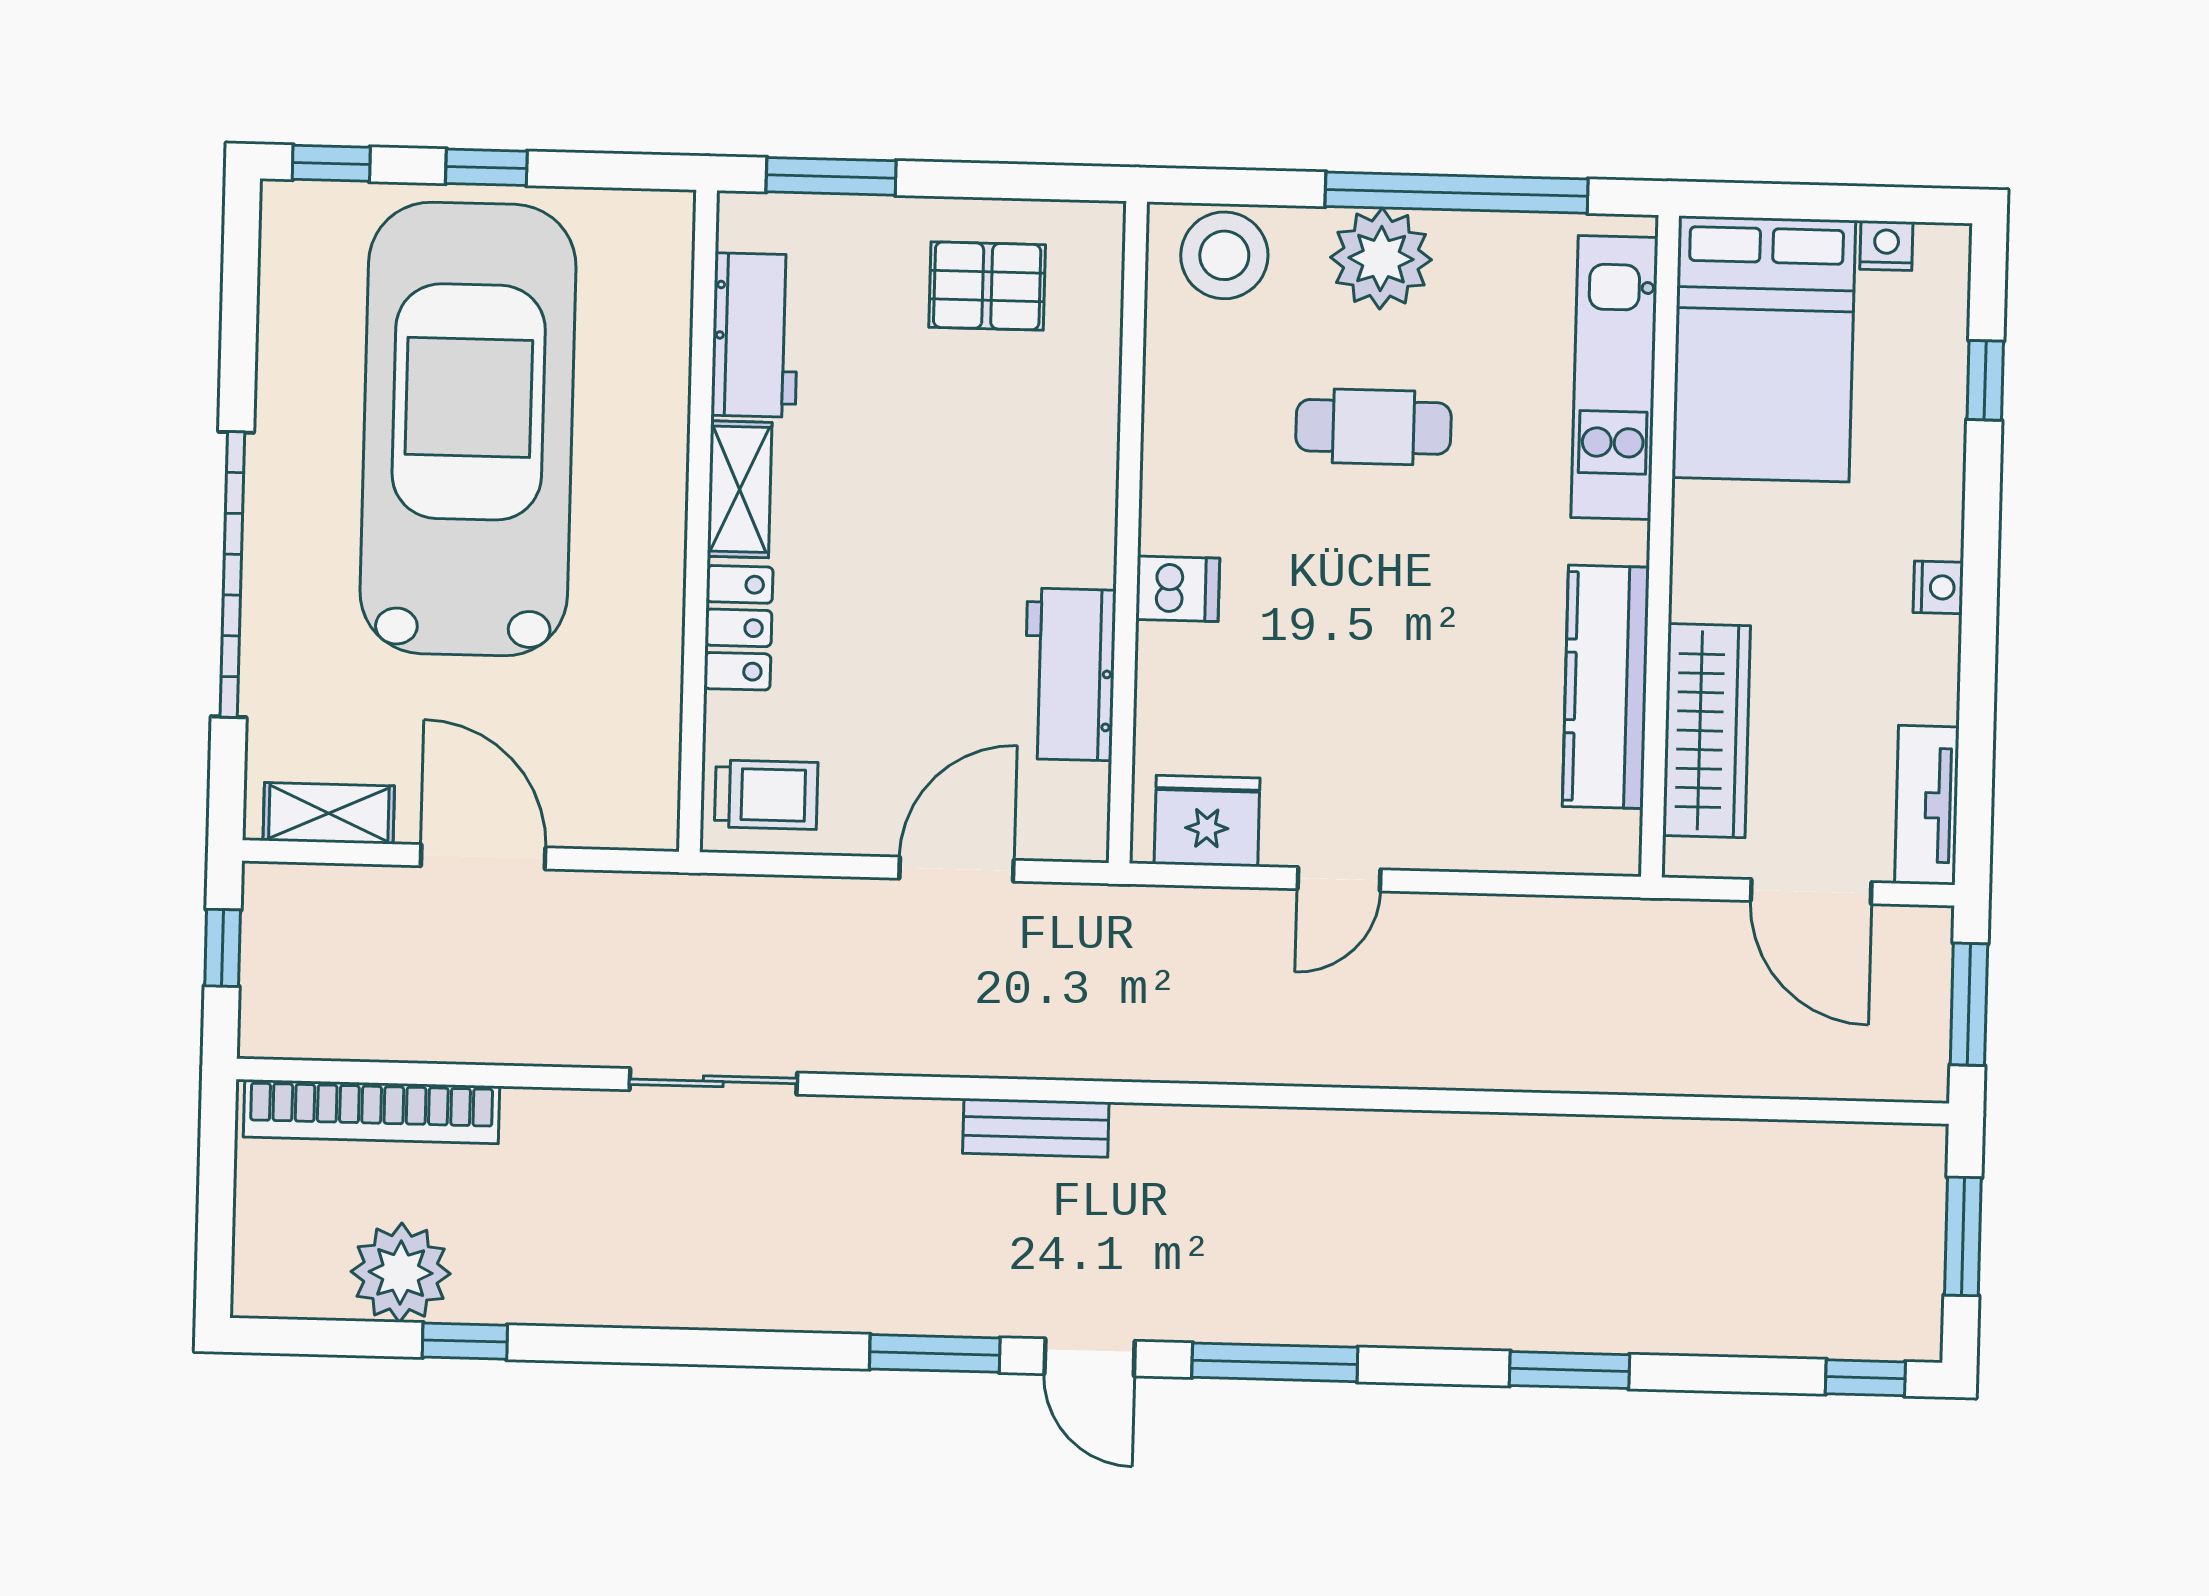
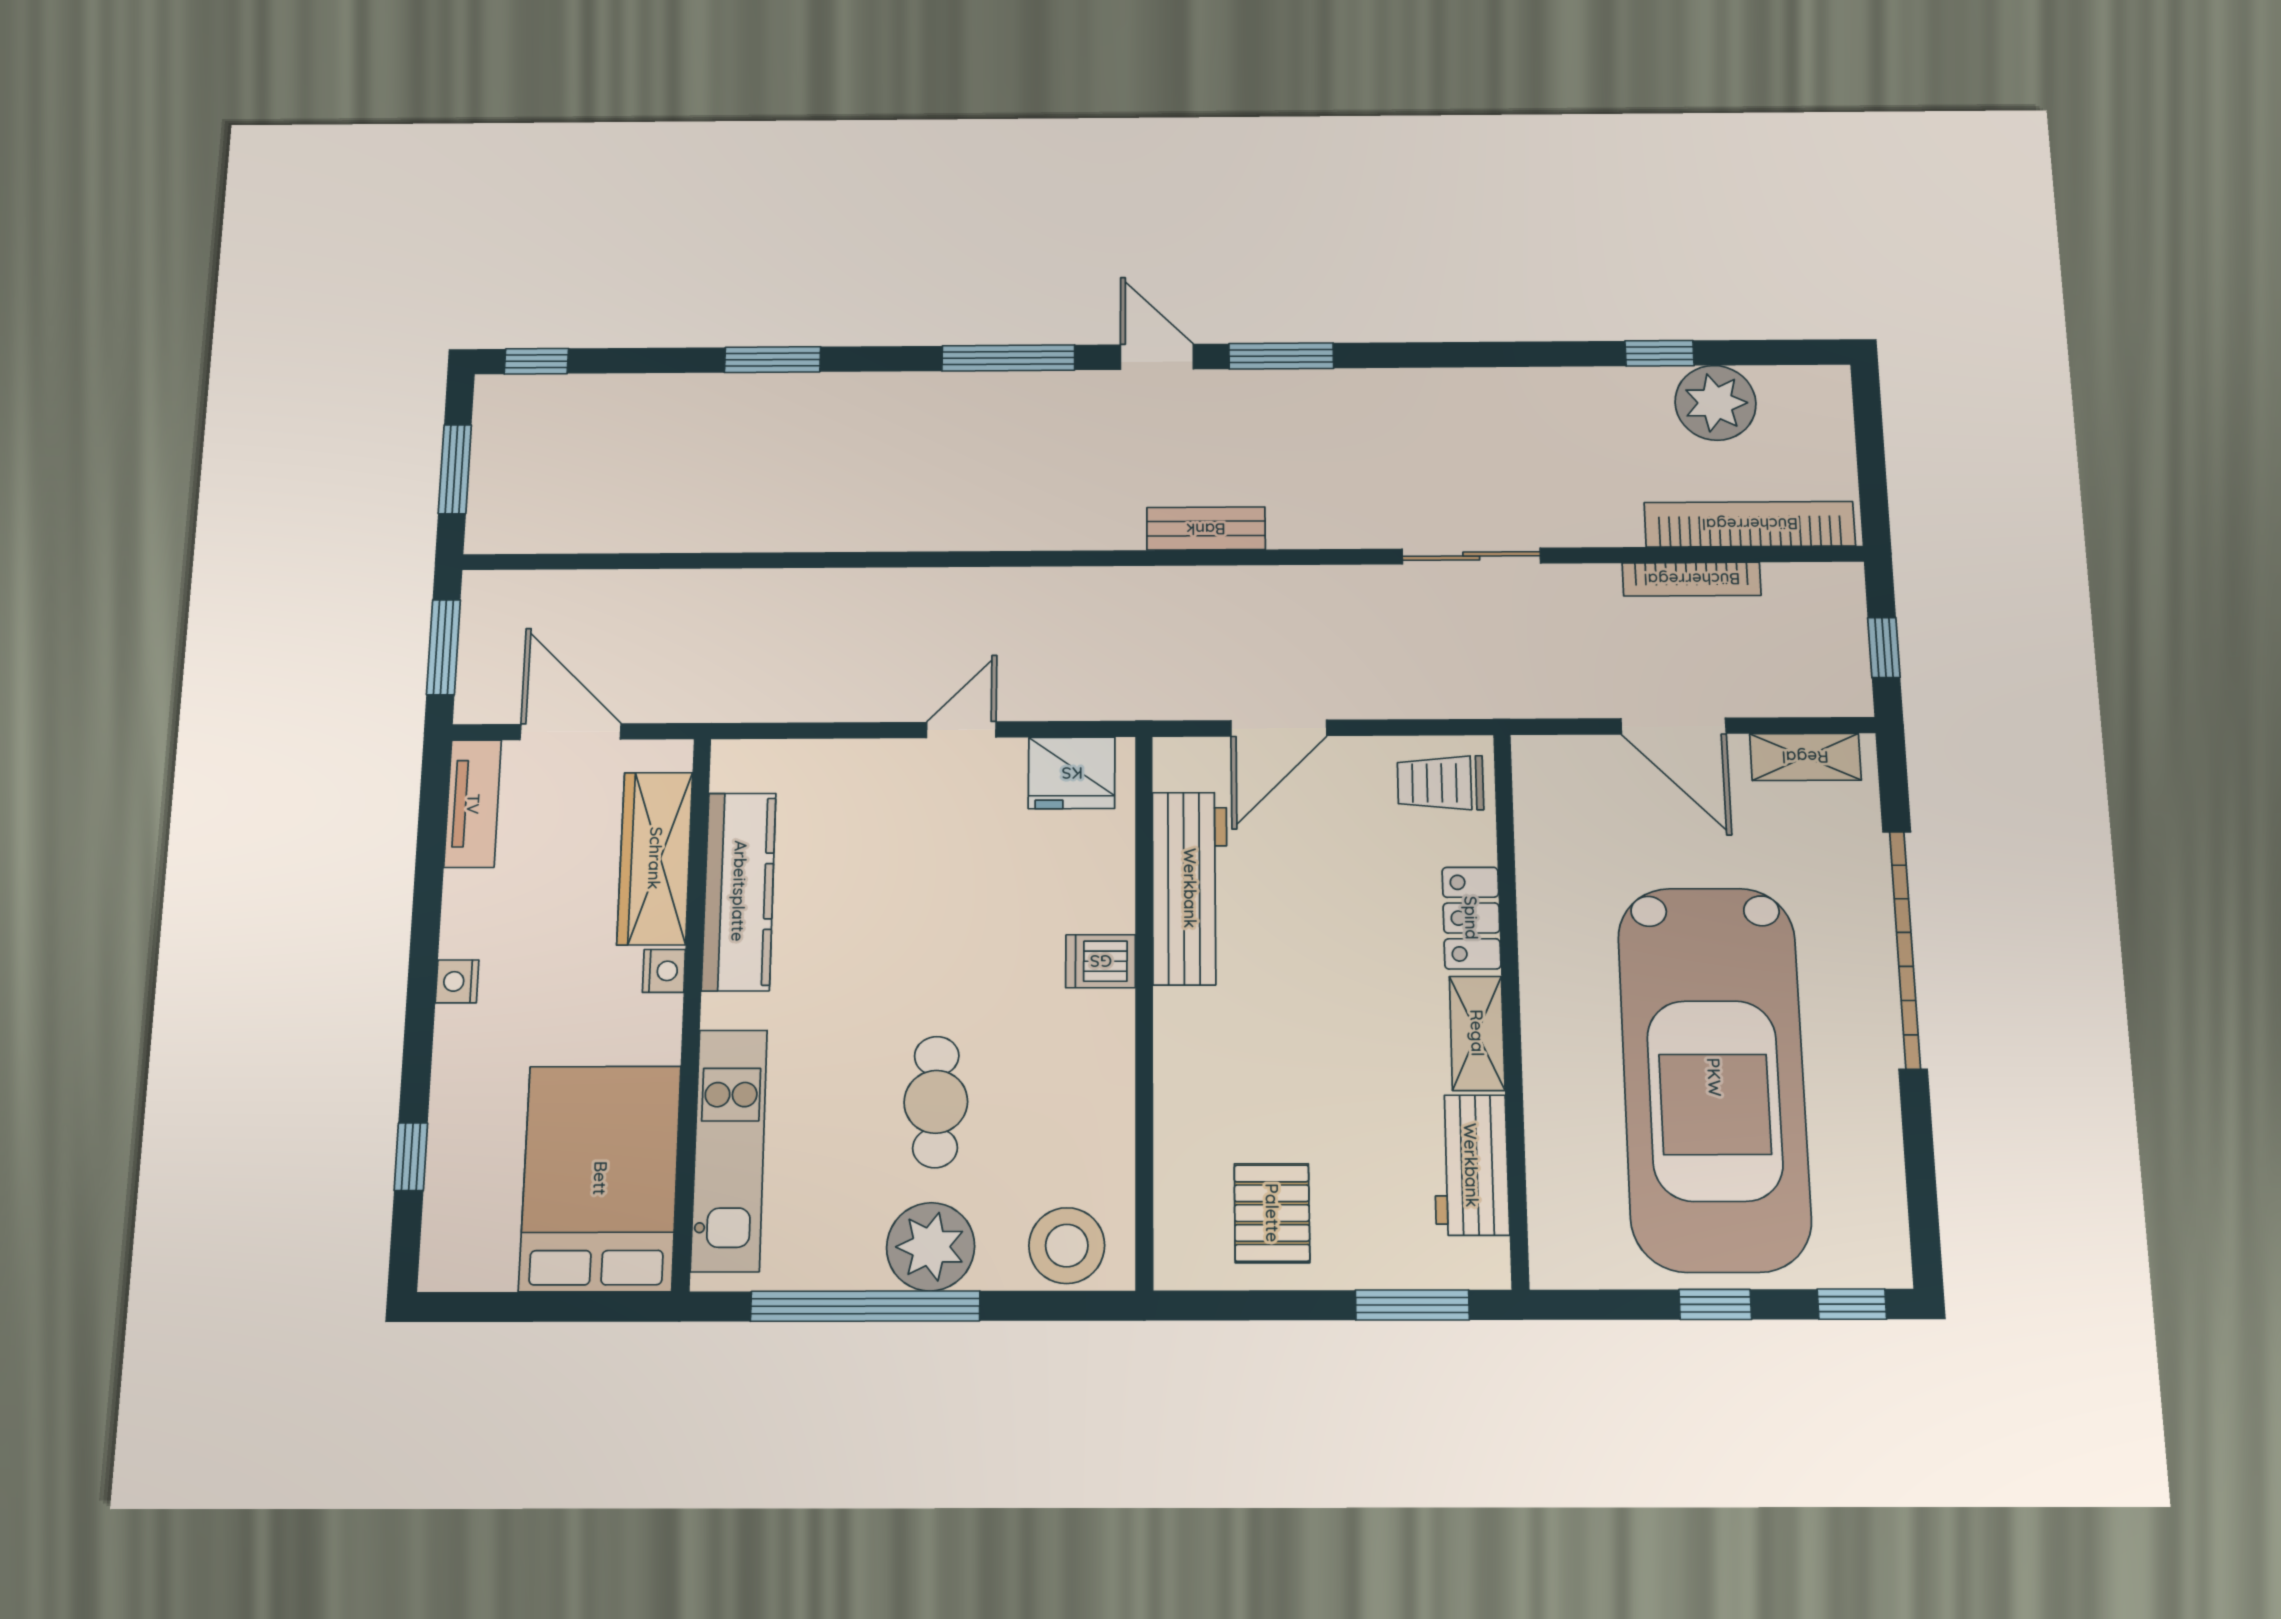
nightstand: (1886, 246) -> (664, 971), moved, turned -90
pallet: (987, 286) -> (1272, 1213), turned 90
cafe table: (1374, 427) -> (936, 1102), turned 90
workbench: (1070, 674) -> (1190, 888), width x1.38
bookcase: (448, 1043) -> (1692, 579), added

